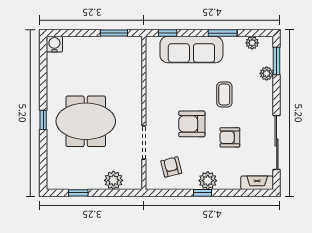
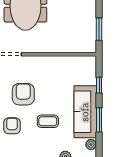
window: (168, 33) -> (99, 85), moved
sofa: (191, 50) -> (85, 112), moved

